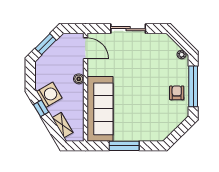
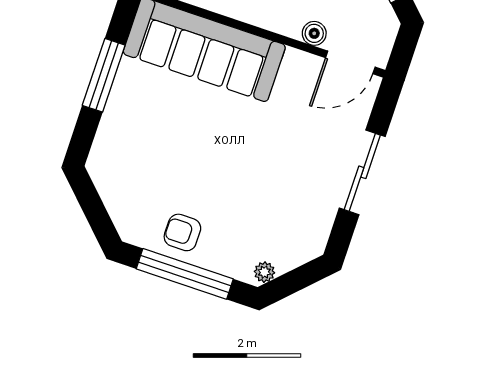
boiler: (79, 79) -> (314, 33), moved
armchair: (177, 93) -> (182, 232), turned 180

